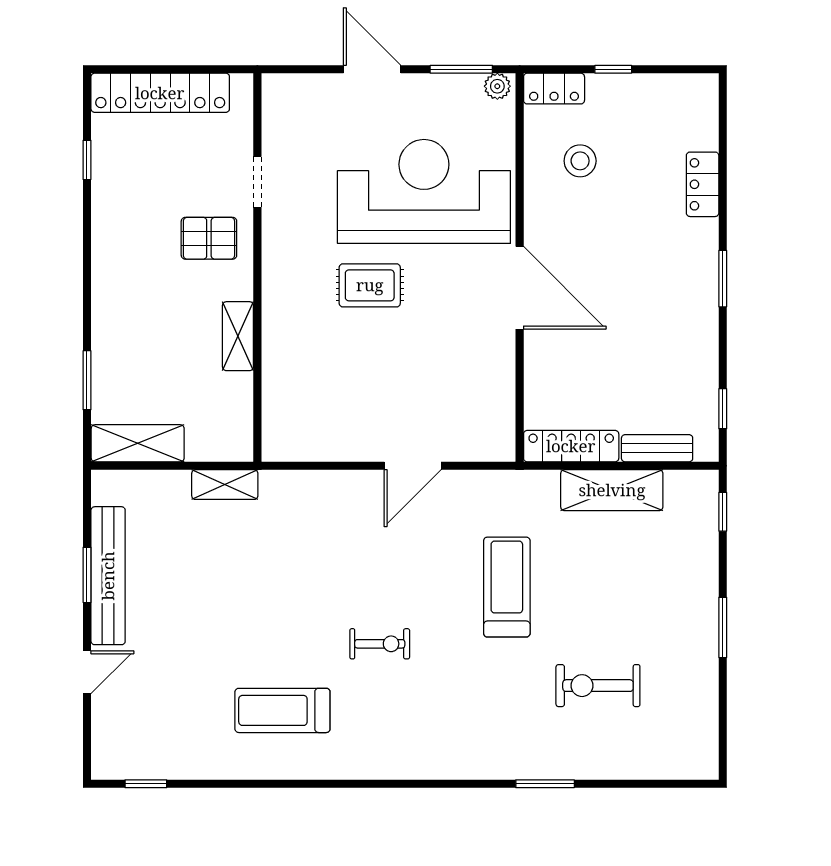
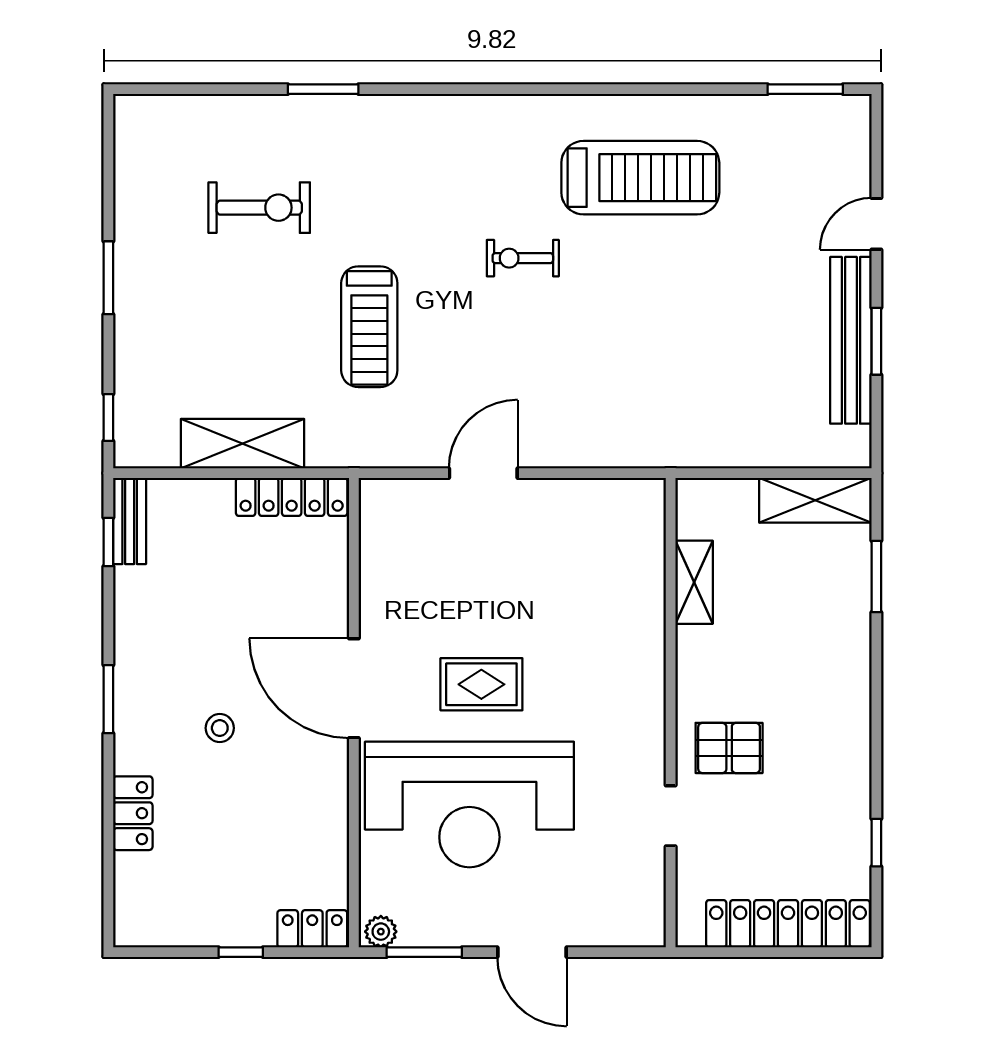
stool: (580, 161) -> (220, 728), moved, width x0.73, depth x0.73
rug: (370, 285) -> (481, 684), moved
shelving: (238, 336) -> (694, 582), moved
bench: (657, 448) -> (130, 521), moved, turned 90
shelving: (225, 485) -> (710, 450), removed
treadmill: (282, 710) -> (640, 178), width x1.37, depth x1.38
window: (146, 784) -> (805, 89), width x1.50

